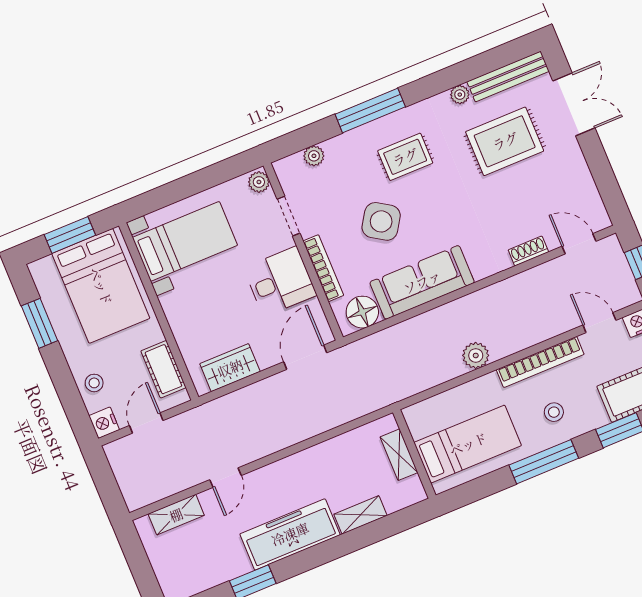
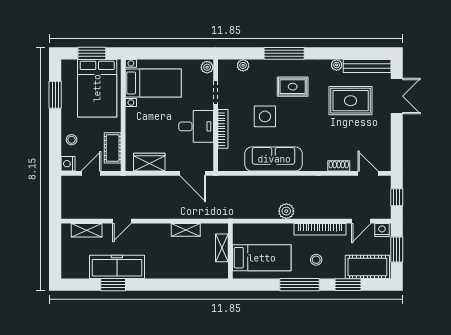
side table: (381, 221) -> (265, 116), turned -33
floor lamp: (362, 312) -> (234, 162), removed
door: (599, 323) -> (361, 221), swing flipped
door: (305, 357) -> (193, 173), swing flipped
shelving: (360, 515) -> (186, 230), moved
freezer: (290, 534) -> (117, 267), moved

